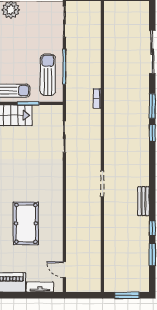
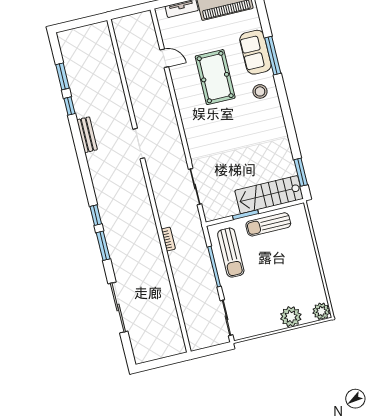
door: (64, 270) -> (164, 58), moved
window: (127, 295) -> (80, 23), removed

